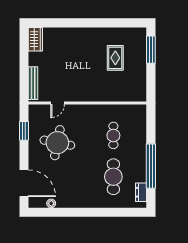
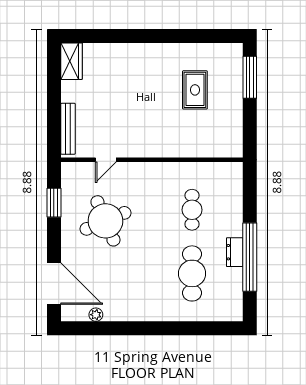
round table: (57, 143) -> (105, 221), turned -34
dresser: (141, 192) -> (235, 252), moved

